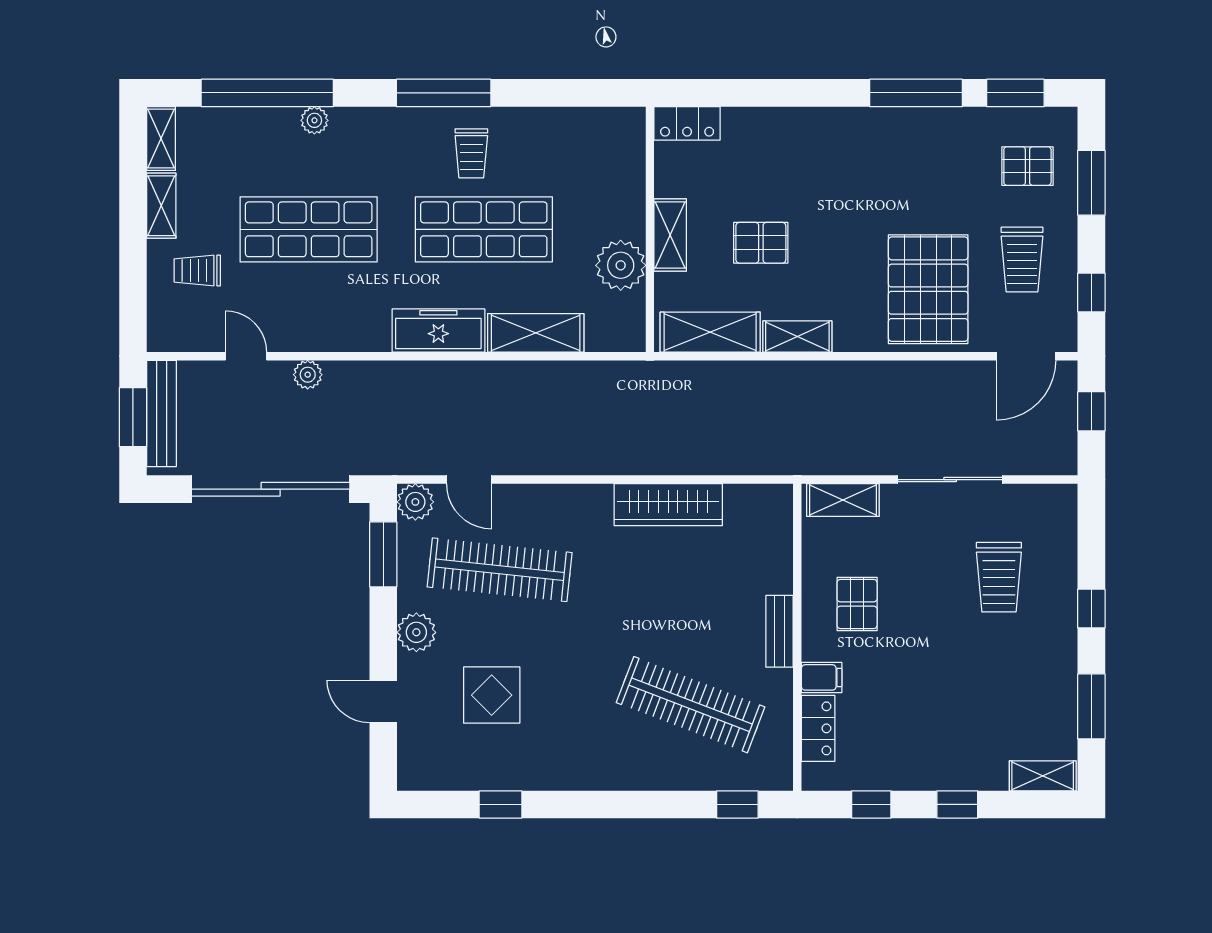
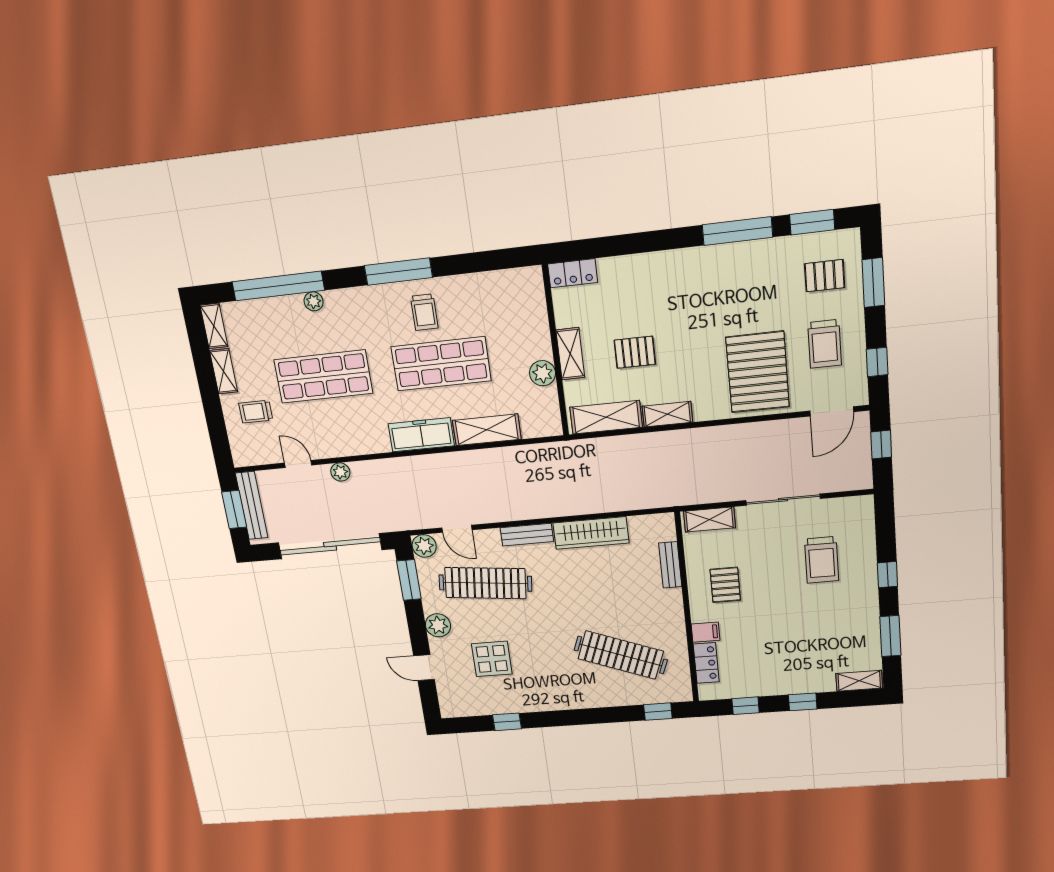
plant: (621, 265) -> (543, 373), width x0.73, depth x0.73
bench: (573, 498) -> (527, 535), added
bench: (779, 631) -> (670, 565), moved

